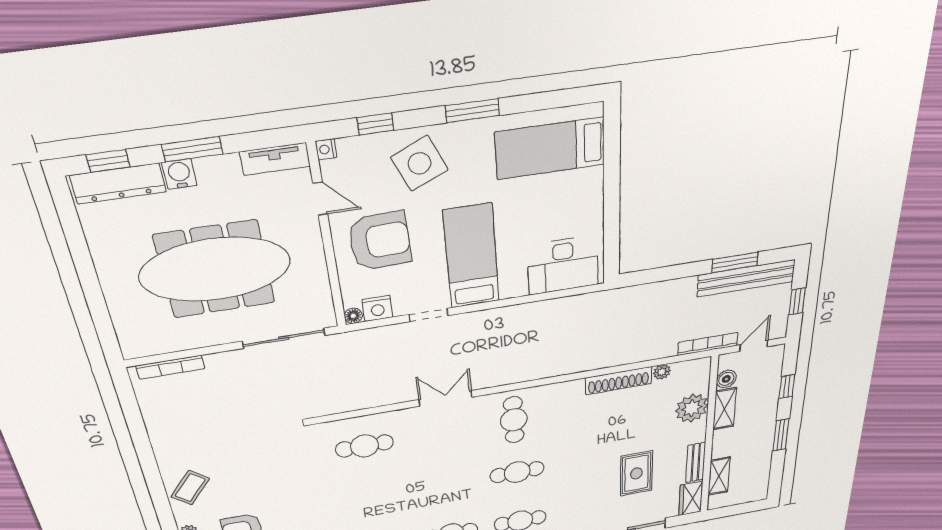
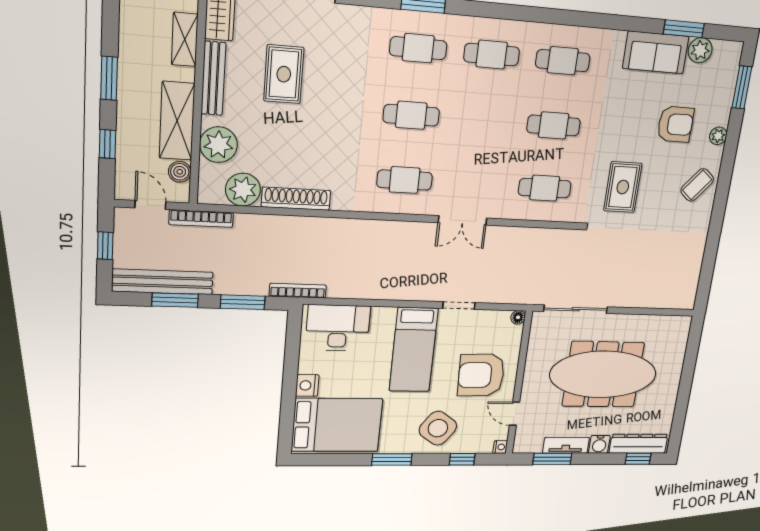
bed: (550, 148) -> (337, 425), width x1.50
window: (192, 149) -> (552, 459), moved
tv unit: (275, 159) -> (566, 445), moved
side table: (419, 163) -> (438, 428), turned -30
window: (667, 273) -> (243, 302), added
nightstand: (377, 308) -> (307, 385), moved, turned -90
door: (754, 346) -> (150, 205), swing flipped
bookcase: (170, 367) -> (298, 291), moved
plant: (662, 372) -> (243, 190), width x1.88, depth x1.88
shelving: (725, 409) -> (177, 121), width x1.50, depth x1.33
cafe table: (514, 420) -> (405, 180), turned 90
bench: (696, 463) -> (213, 78), width x1.36
rug: (277, 466) -> (623, 187), added
cafe table: (373, 498) -> (554, 125), added

